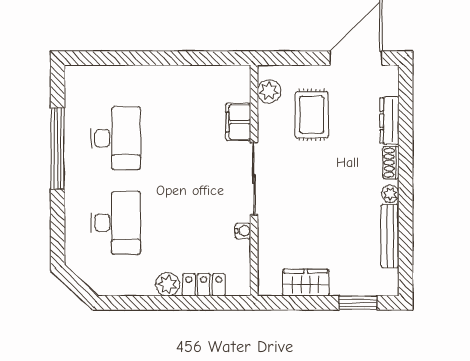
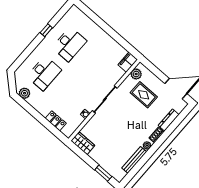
rug: (312, 115) -> (144, 95), turned 90
filing cabinet: (238, 122) -> (128, 62), moved
window: (58, 149) -> (46, 30), width x0.32
wardrobe: (306, 283) -> (83, 143), moved
plant: (168, 284) -> (25, 93), moved

